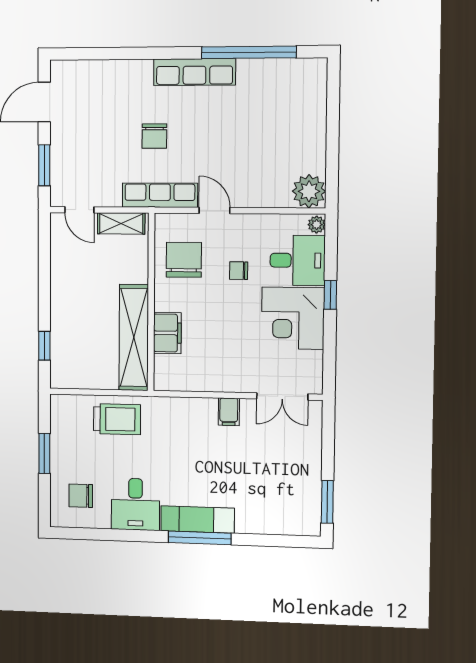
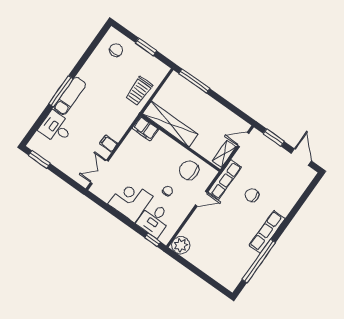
plant: (317, 225) -> (164, 239), removed
chair: (184, 260) -> (189, 170), turned 180
window: (330, 295) -> (153, 240), moved
filing cabinet: (167, 333) -> (145, 129), moved
window: (44, 346) -> (194, 81), width x2.17
desk: (135, 504) -> (56, 128), moved

